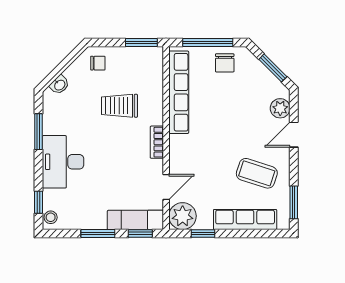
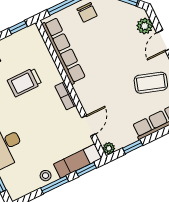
window: (141, 43) -> (18, 27), width x0.67
plant: (183, 216) -> (109, 148), width x0.53, depth x0.53
stool: (51, 217) -> (46, 176), moved

